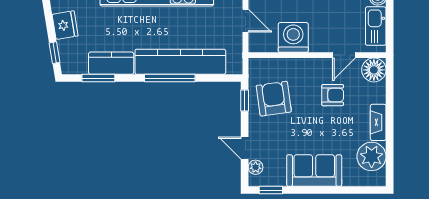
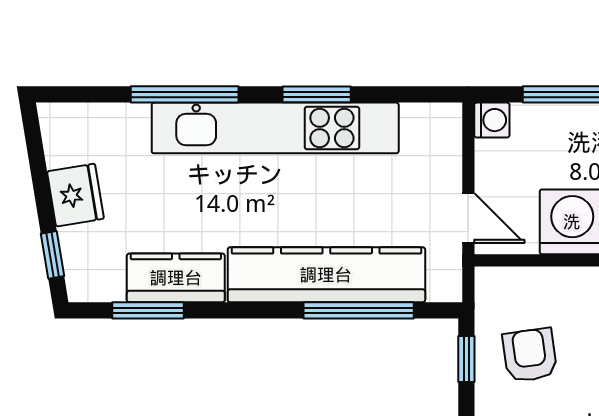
door: (245, 21) -> (468, 218), moved
window: (170, 78) -> (359, 310), moved
armchair: (274, 99) -> (530, 355), width x0.72, depth x0.72

